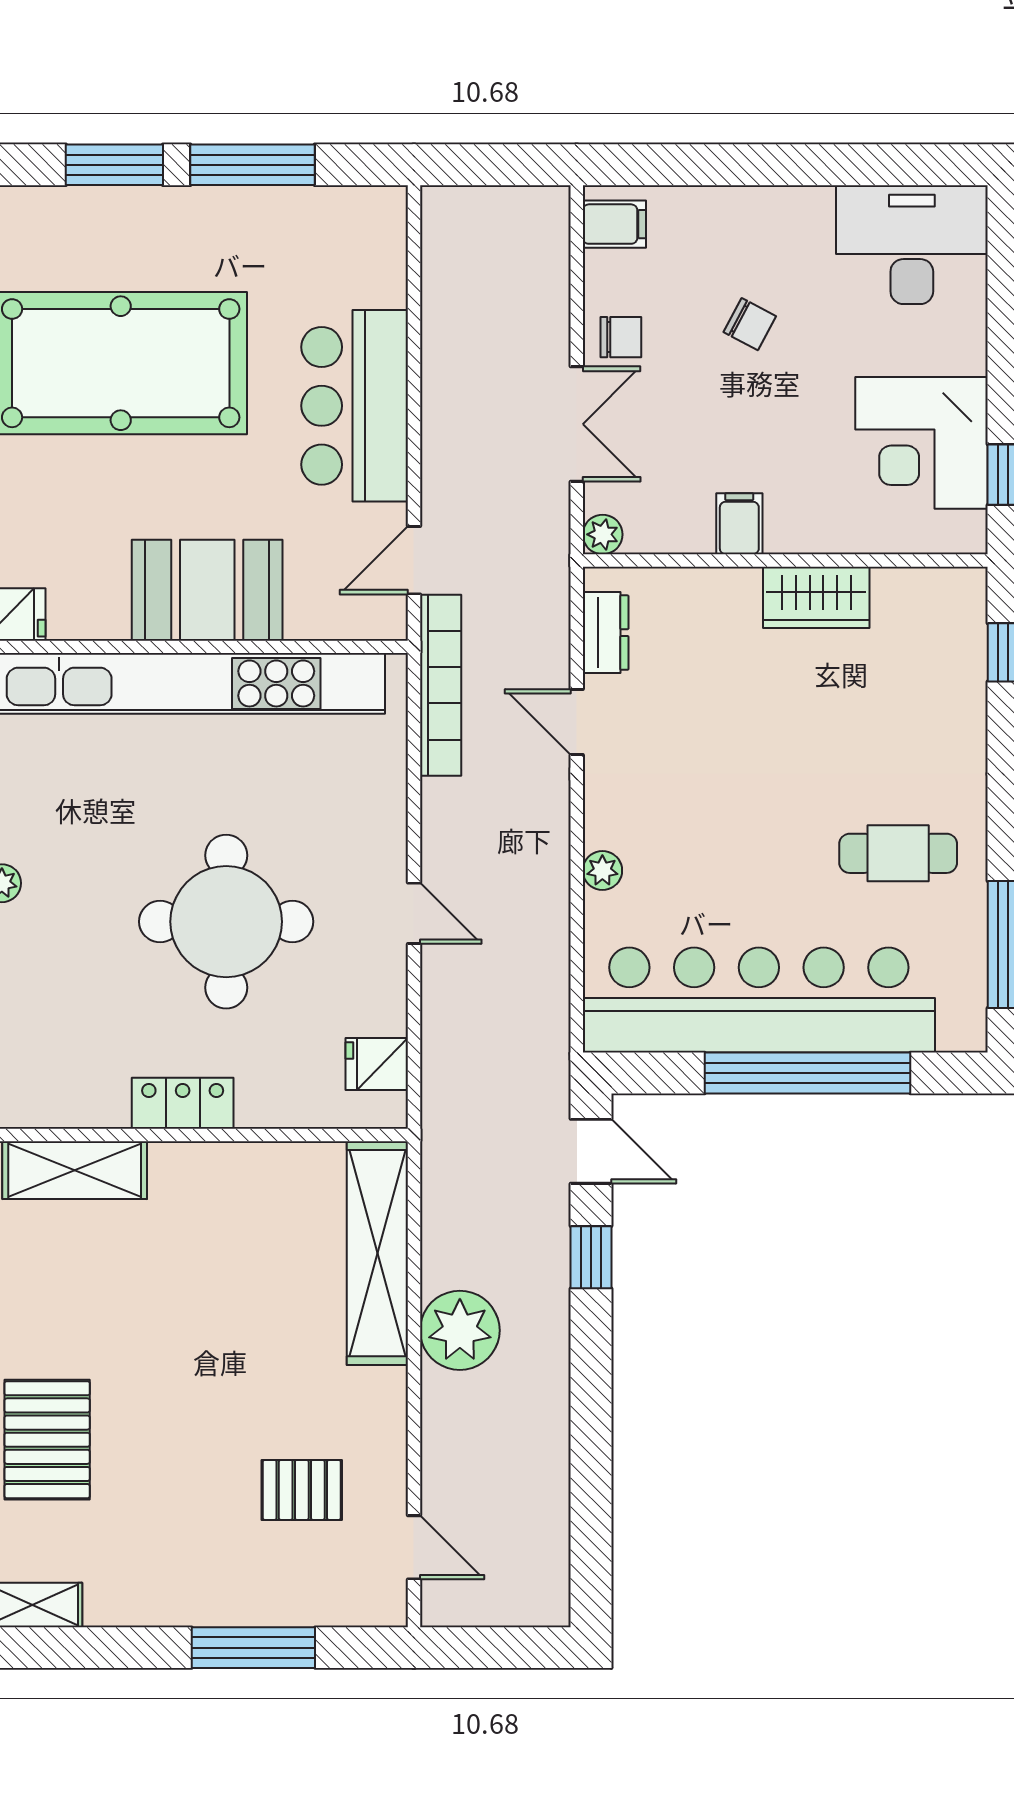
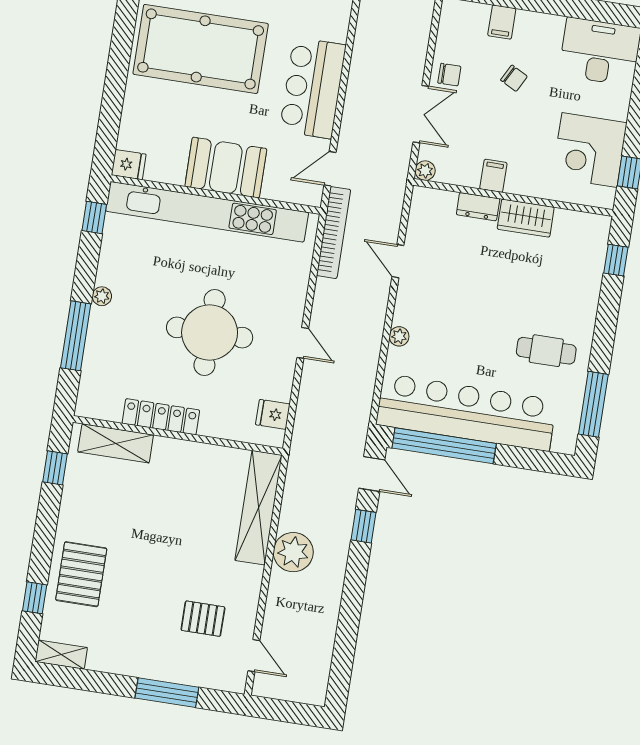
filing cabinet: (614, 224) -> (502, 22), moved, turned 90
dresser: (606, 633) -> (478, 207), moved, turned 90
window: (807, 1073) -> (444, 446), moved
locker: (183, 1103) -> (161, 417), width x1.53

